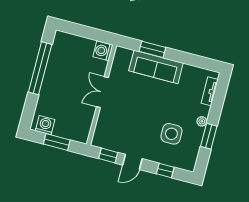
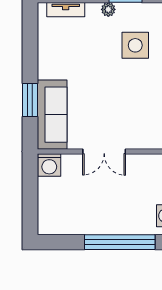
sofa: (156, 67) -> (52, 115), moved
window: (40, 68) -> (120, 242), moved

